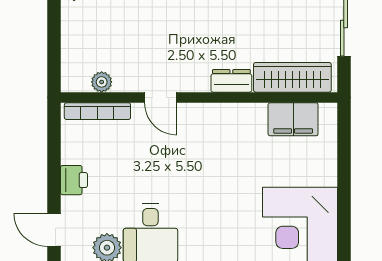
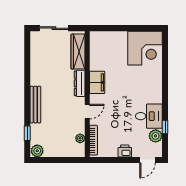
dresser: (231, 81) -> (80, 83), width x1.44
filing cabinet: (293, 119) -> (97, 82), moved

